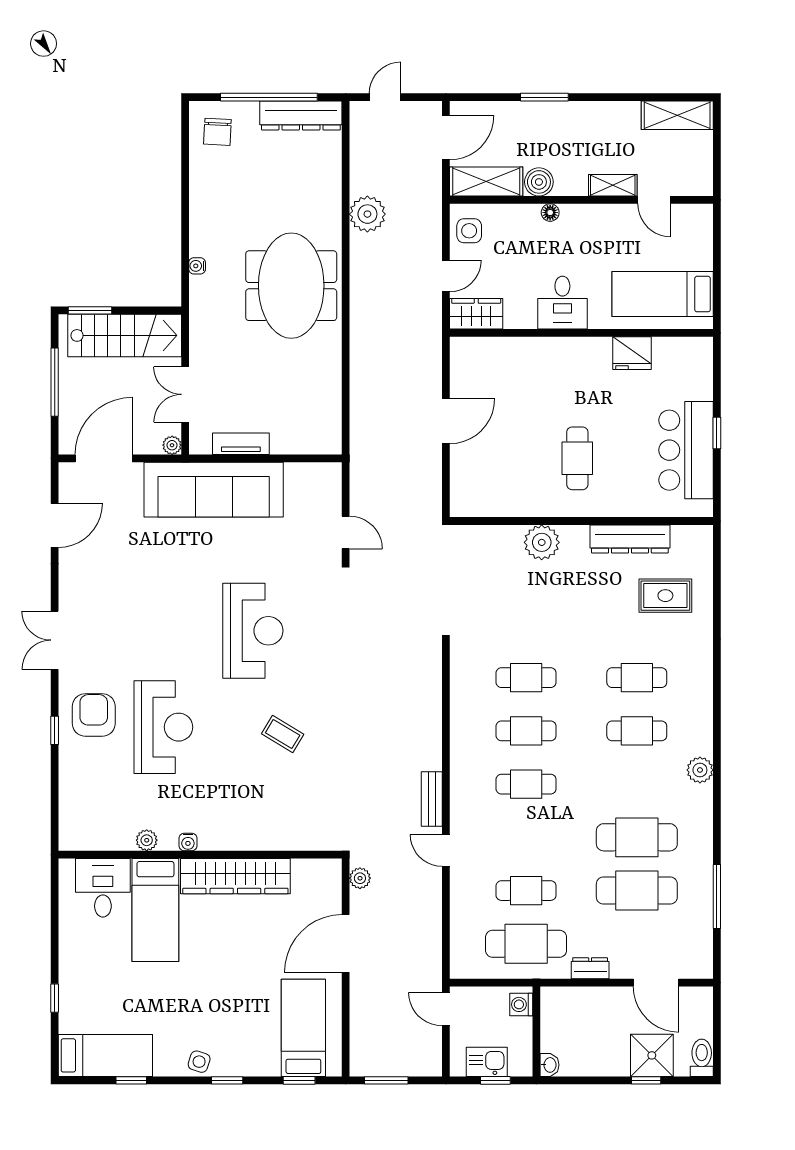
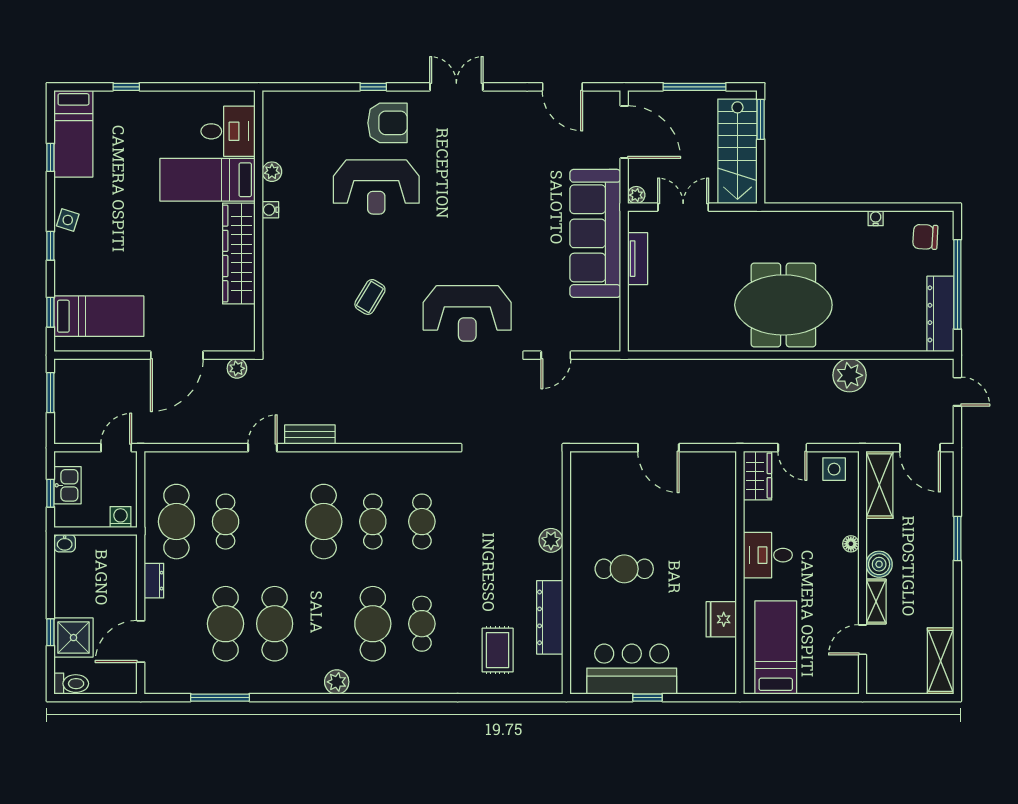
boiler: (539, 182) -> (879, 564), moved
water cooler: (197, 266) -> (876, 218), moved
plant: (542, 542) -> (551, 540), width x0.73, depth x0.73
reception desk: (253, 631) -> (467, 313), moved
cafe table: (637, 731) -> (373, 624), width x1.37, depth x1.35
cafe table: (526, 784) -> (324, 522), width x1.37, depth x1.35
door: (346, 943) -> (177, 355), swing flipped

